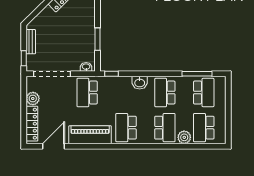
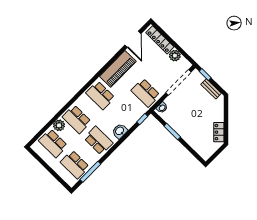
school desk: (87, 93) -> (146, 93), turned 180
school desk: (126, 128) -> (100, 95), turned 180
school desk: (204, 128) -> (53, 143), turned 180

